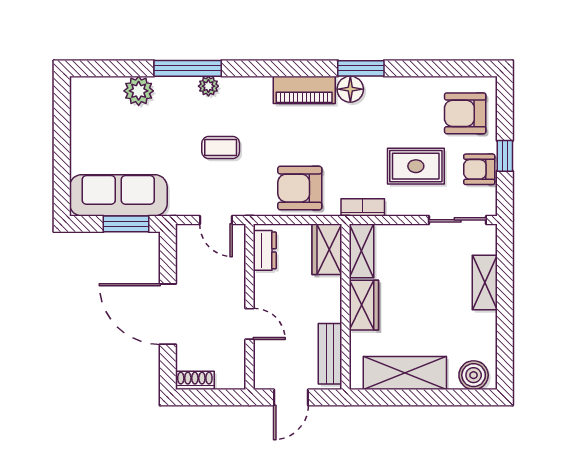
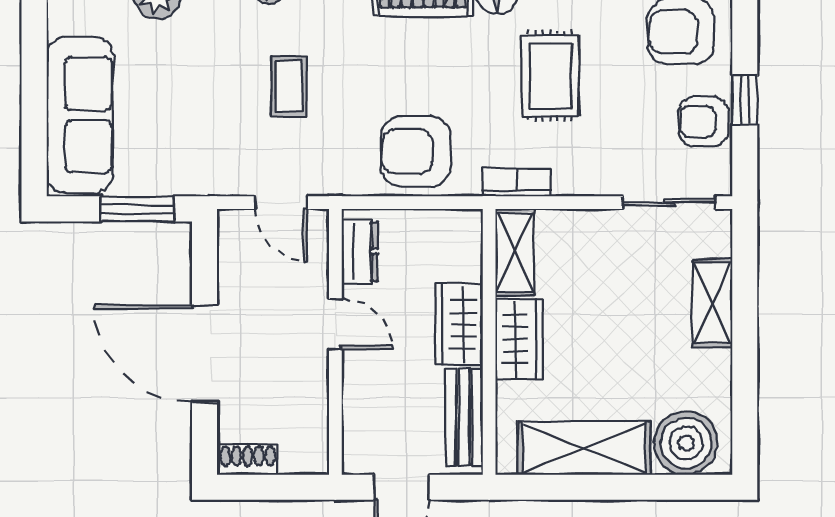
coffee table: (221, 148) -> (289, 86), turned 90
rug: (416, 166) -> (550, 76), moved, turned 90
sofa: (118, 195) -> (80, 115), moved, turned 90
wardrobe: (327, 249) -> (459, 324), moved
door: (250, 324) -> (335, 324), moved
boiler: (474, 375) -> (686, 443), width x1.37, depth x1.37

